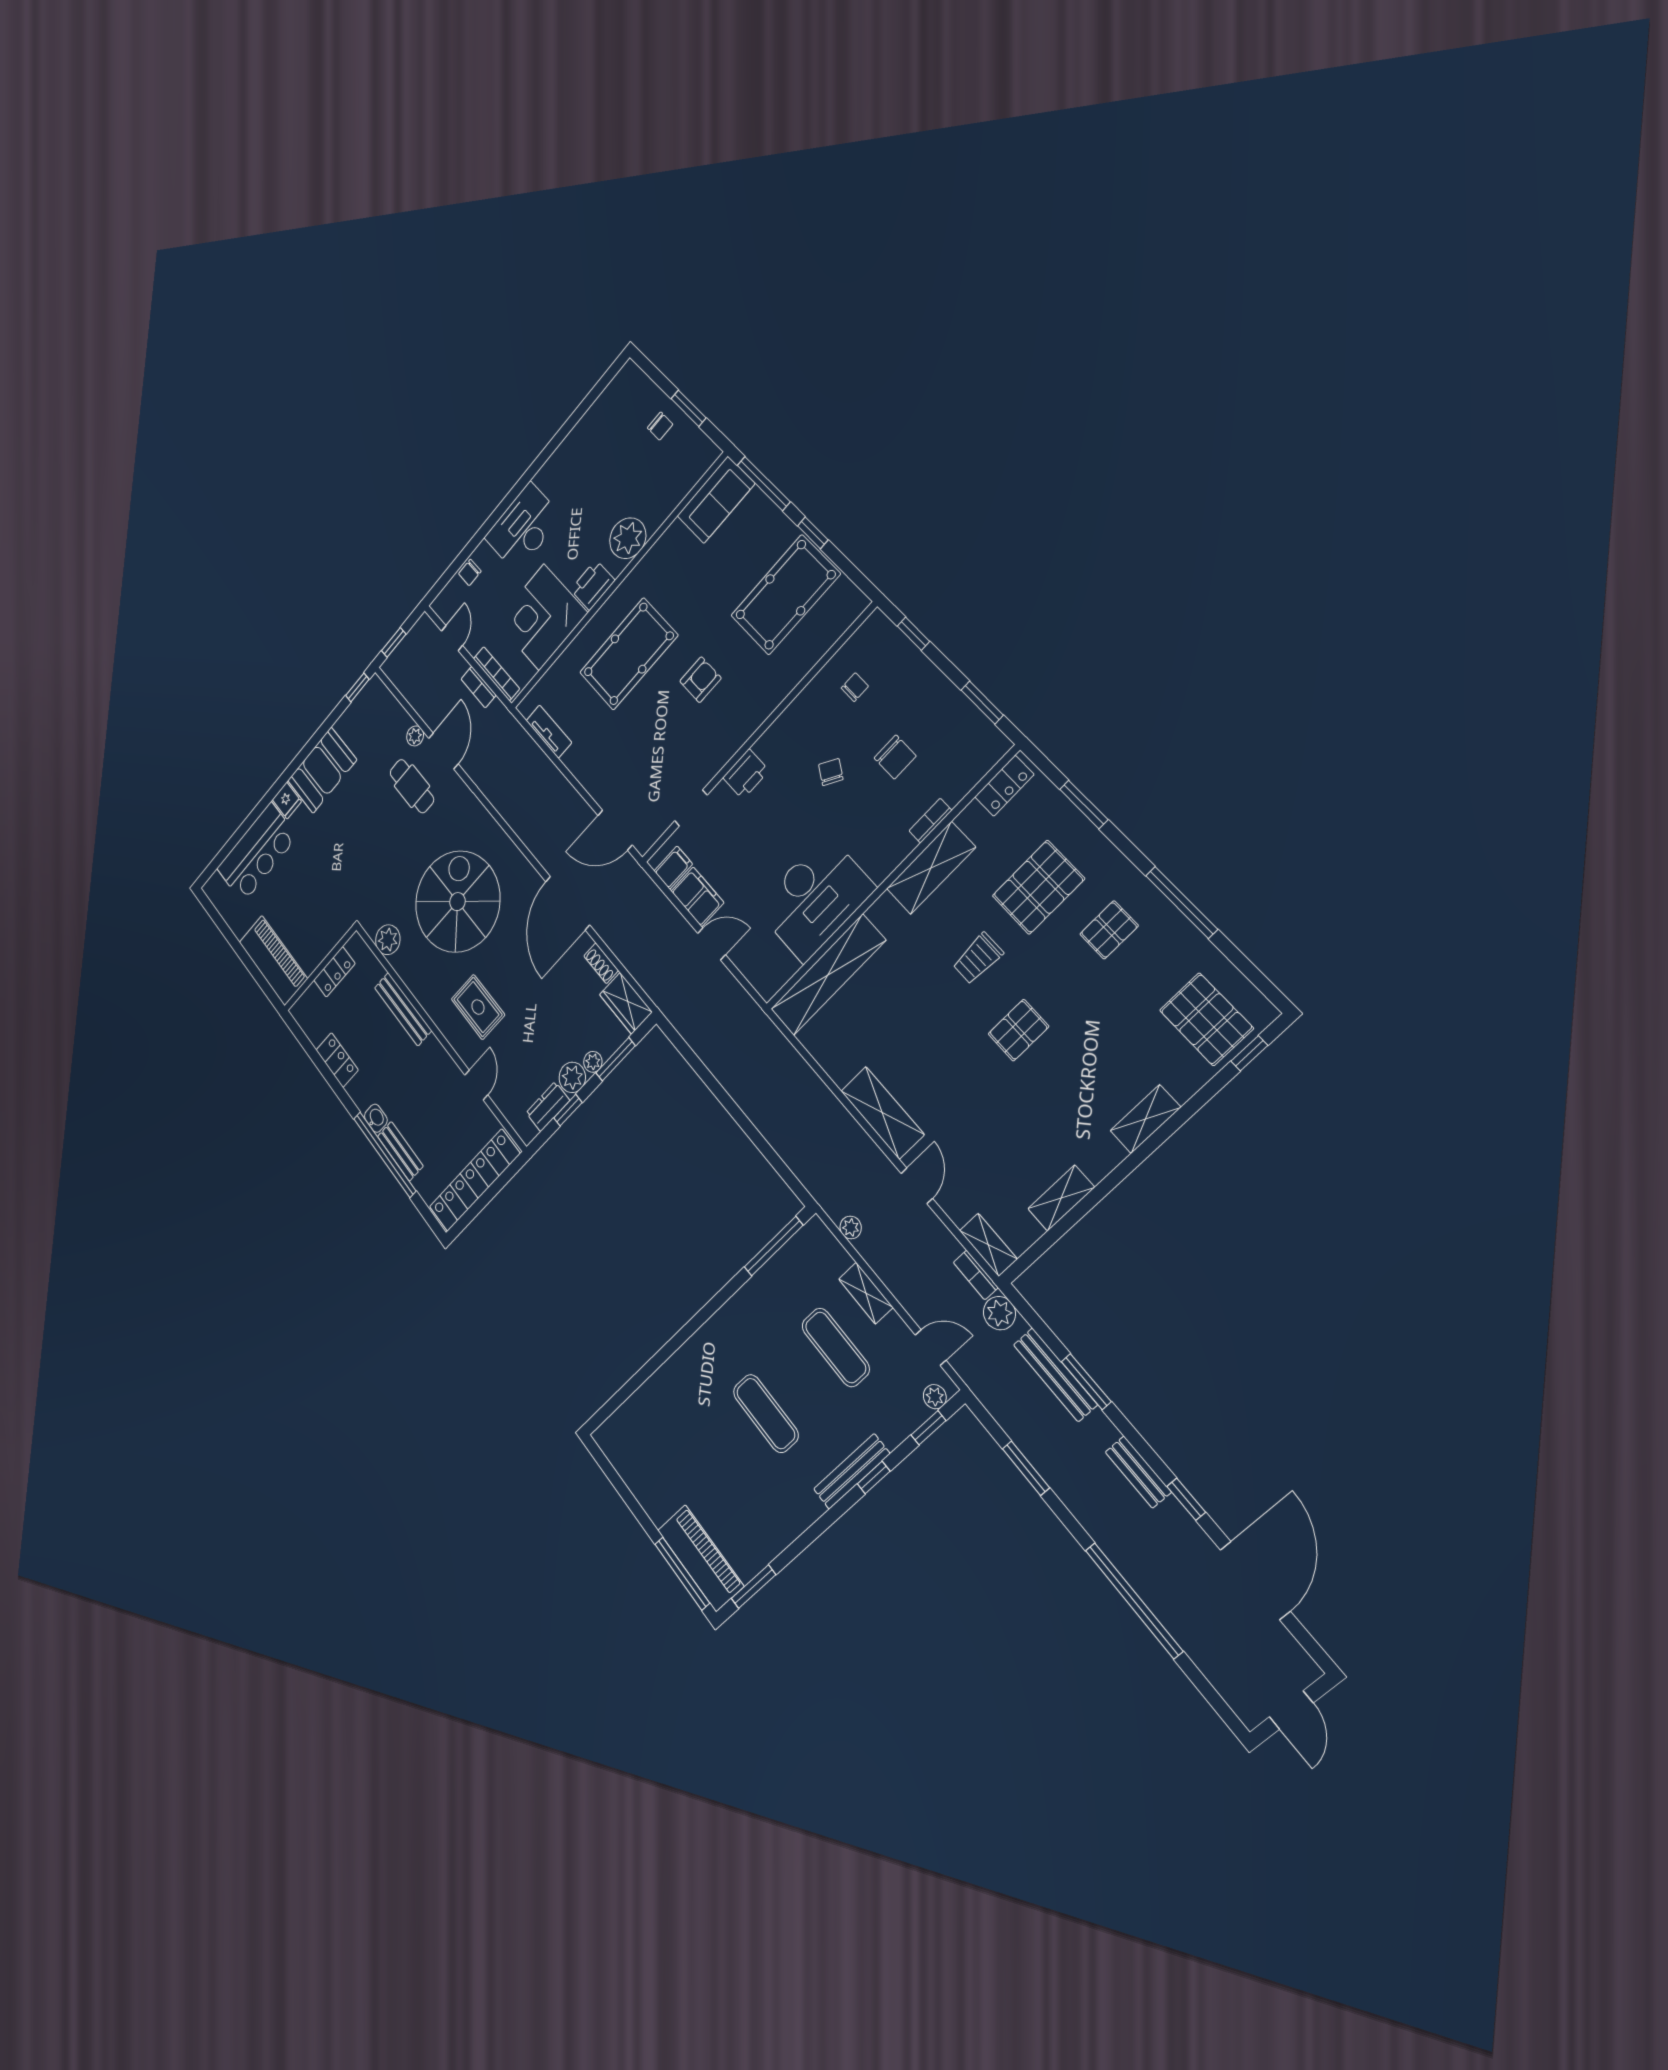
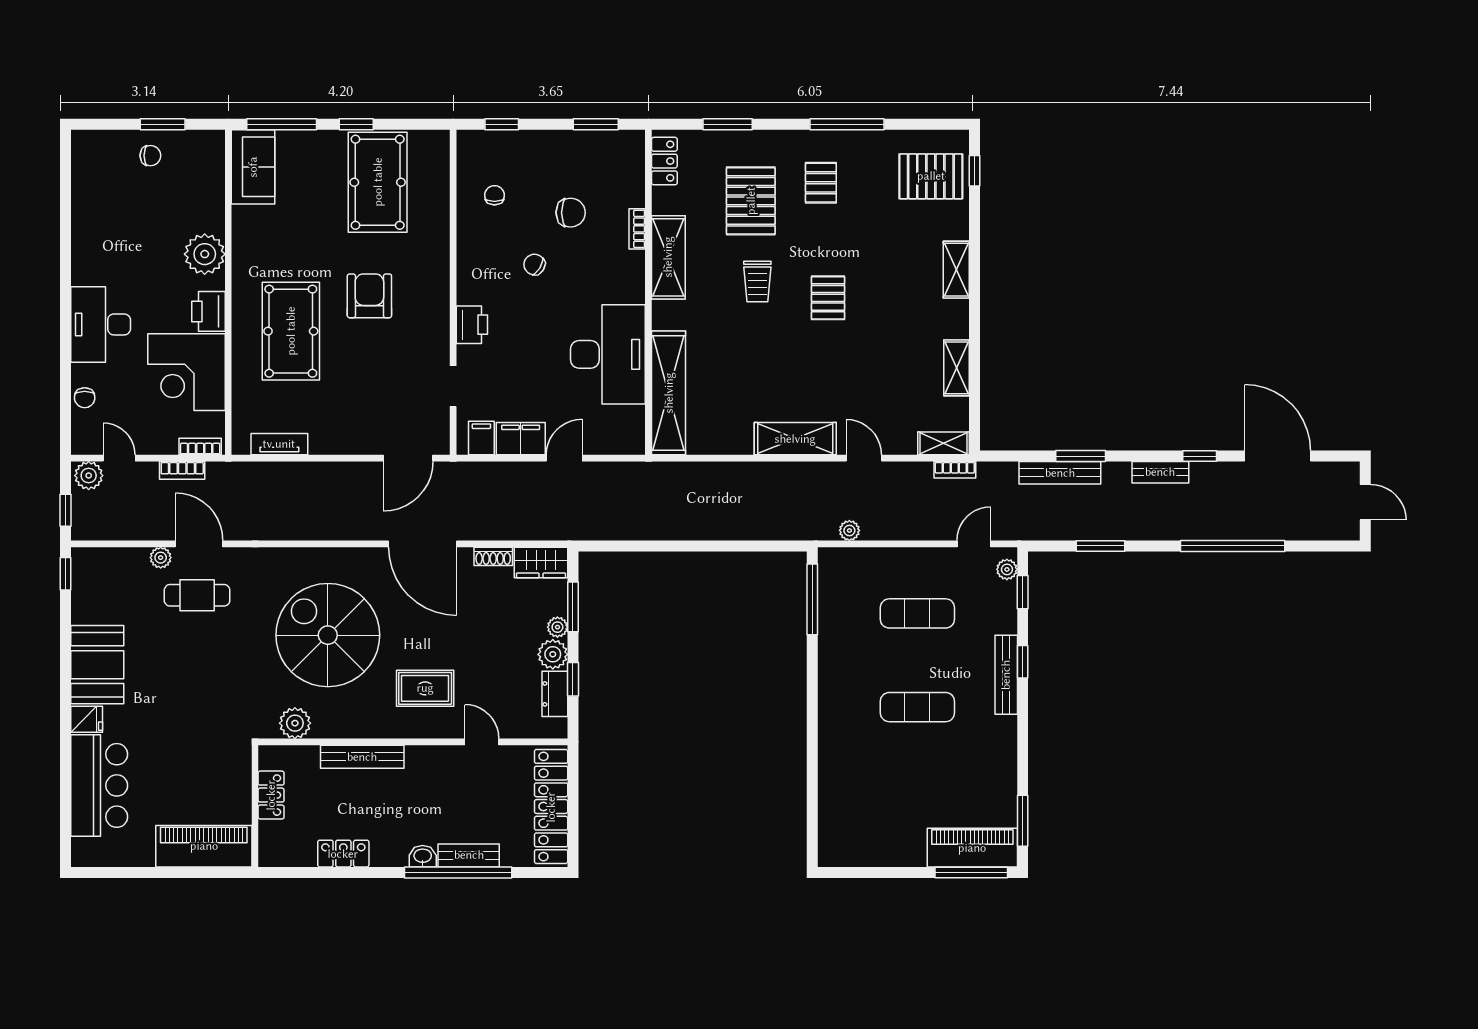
bookcase: (496, 674) -> (200, 447), width x0.64
armchair: (700, 680) -> (369, 296), width x1.38, depth x1.38
shelving: (866, 1293) -> (901, 559), removed
plant: (999, 1313) -> (89, 476), moved

